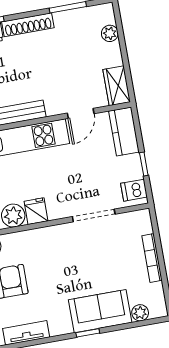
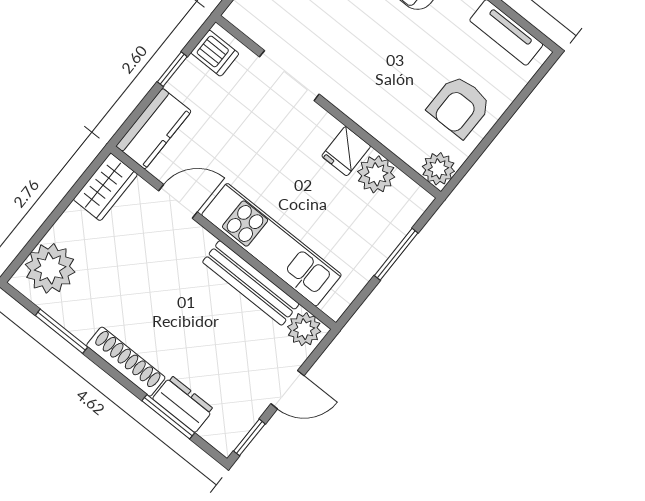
plant: (110, 33) -> (50, 268), width x1.87, depth x1.87

